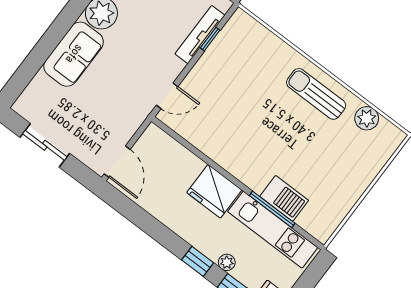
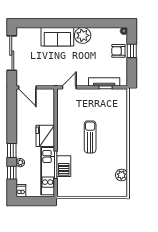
sun lounger: (316, 94) -> (90, 137), moved
door: (167, 96) -> (69, 87), swing flipped
sliding door: (45, 145) -> (12, 53), width x1.37
door: (117, 162) -> (27, 87), hinge flipped

